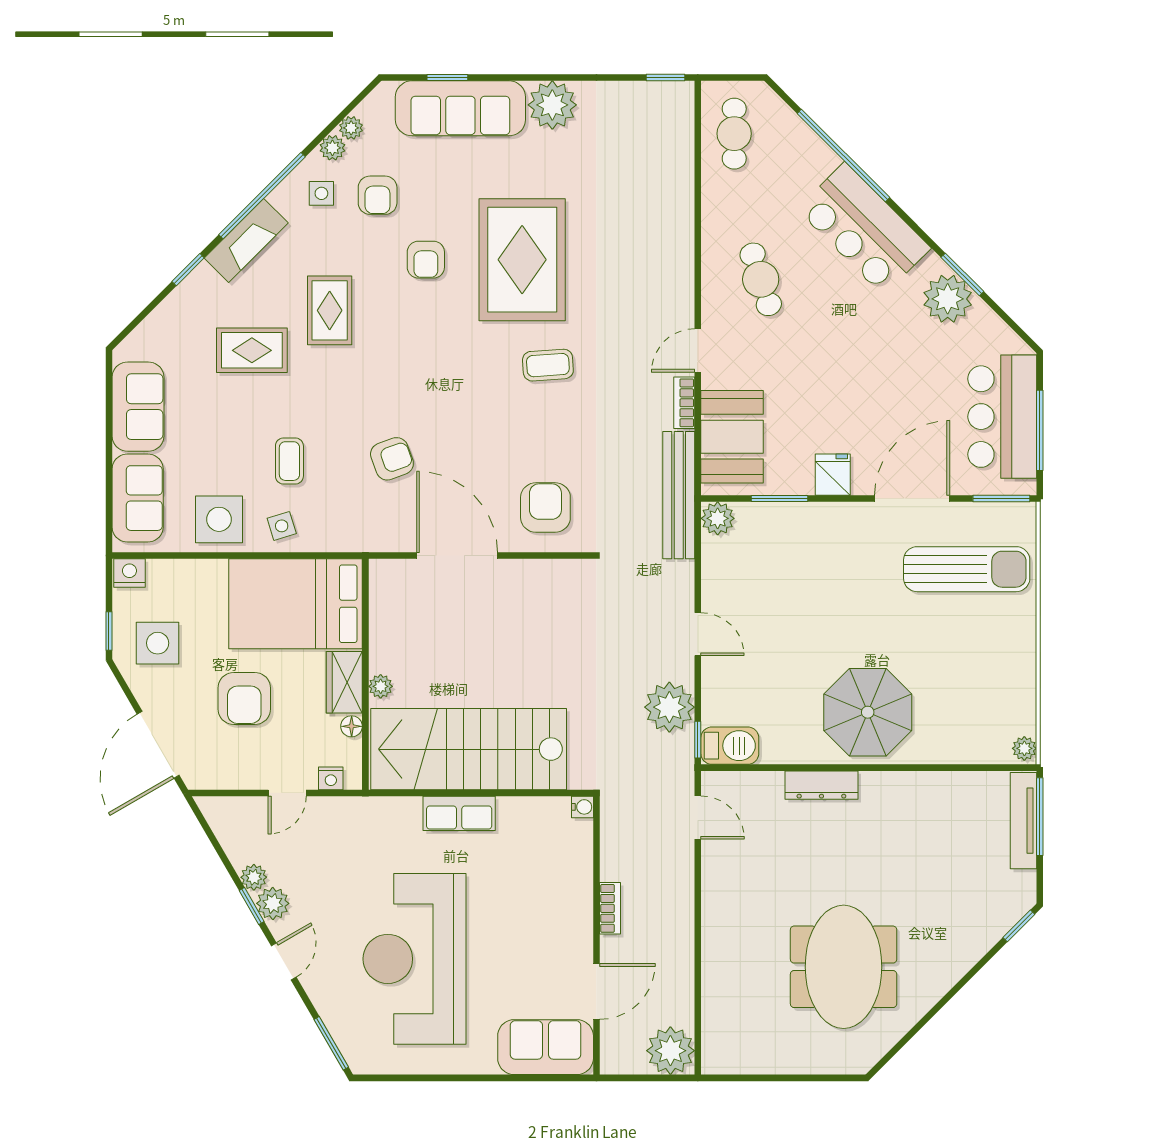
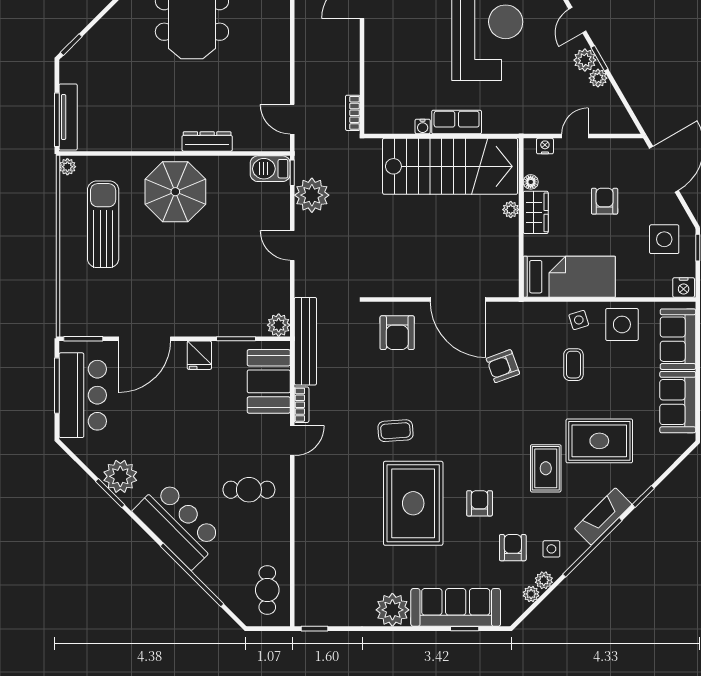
cafe table: (761, 279) -> (249, 490), turned -72
rug: (252, 350) -> (599, 441), width x1.36, depth x1.43
sun lounger: (967, 569) -> (103, 224), moved, turned 90
bed: (295, 604) -> (569, 277), width x0.67
armchair: (244, 698) -> (605, 201), width x0.72, depth x0.72
water cooler: (582, 807) -> (423, 126), moved, turned -90
bookcase: (610, 908) -> (353, 113), moved

